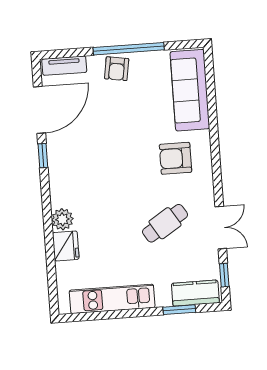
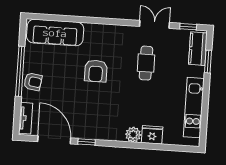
armchair: (176, 158) -> (96, 71), moved
cafe table: (165, 223) -> (146, 63), turned 32

